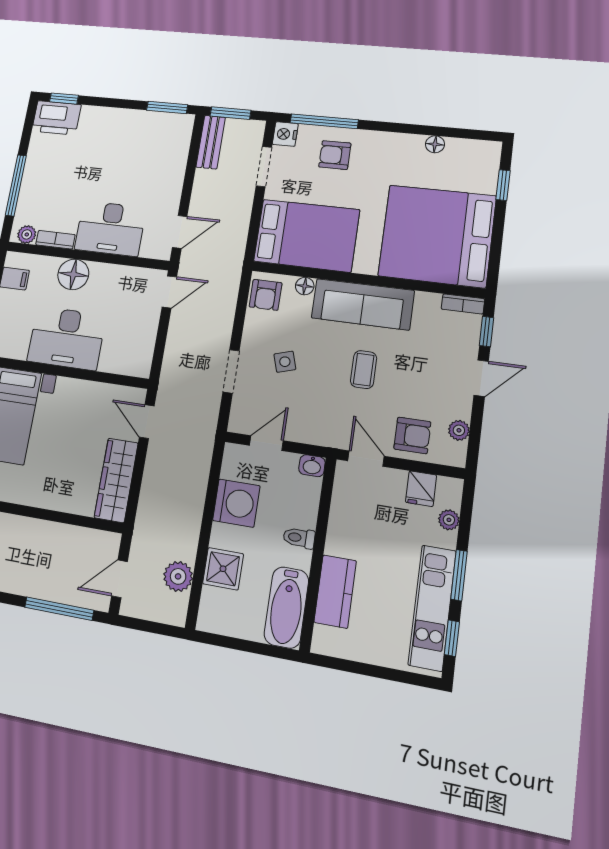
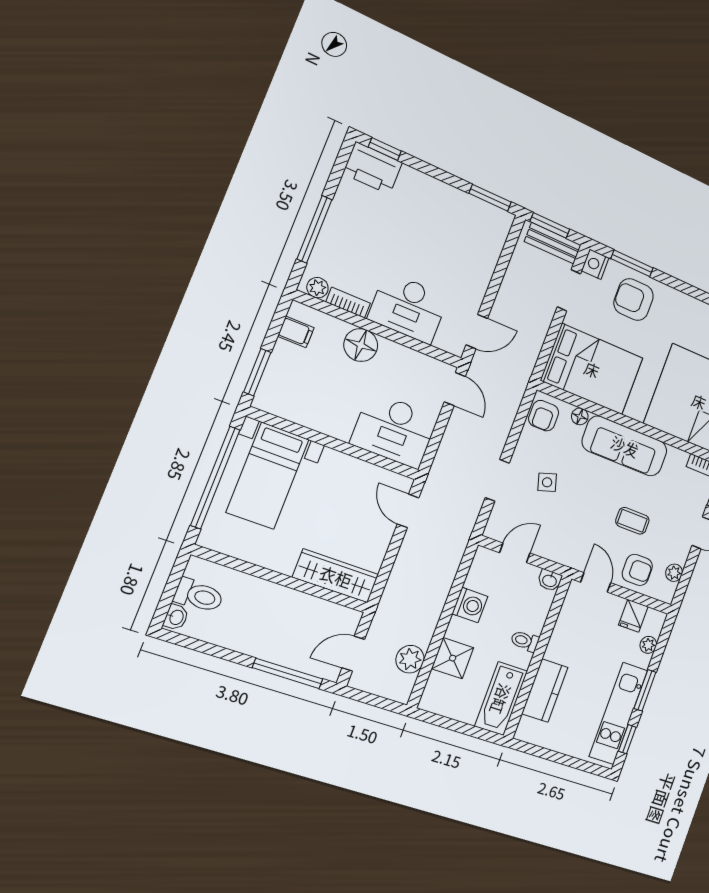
window: (324, 121) -> (632, 263), width x0.69
bench: (211, 142) -> (553, 243), moved, turned 90
armchair: (335, 155) -> (634, 300), width x1.38, depth x1.38
door: (169, 292) -> (455, 389), hinge flipped
desk: (66, 338) -> (394, 430), moved
coffee table: (364, 370) -> (632, 521), moved, turned 90
wardrobe: (116, 480) -> (336, 576), moved, turned 90
washing machine: (236, 503) -> (470, 605), width x0.73, depth x0.73

